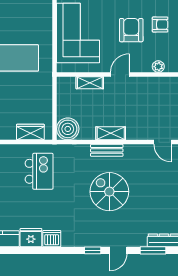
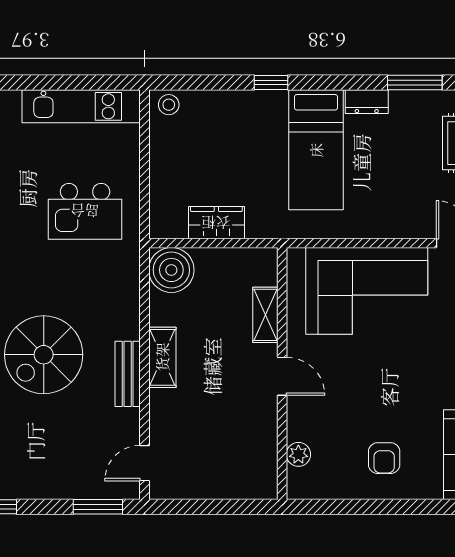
armchair: (131, 30) -> (373, 399), removed
wardrobe: (30, 132) -> (216, 223), moved, turned -90
bench: (107, 150) -> (128, 374), moved
spiral stairs: (109, 192) -> (44, 355), turned 180

